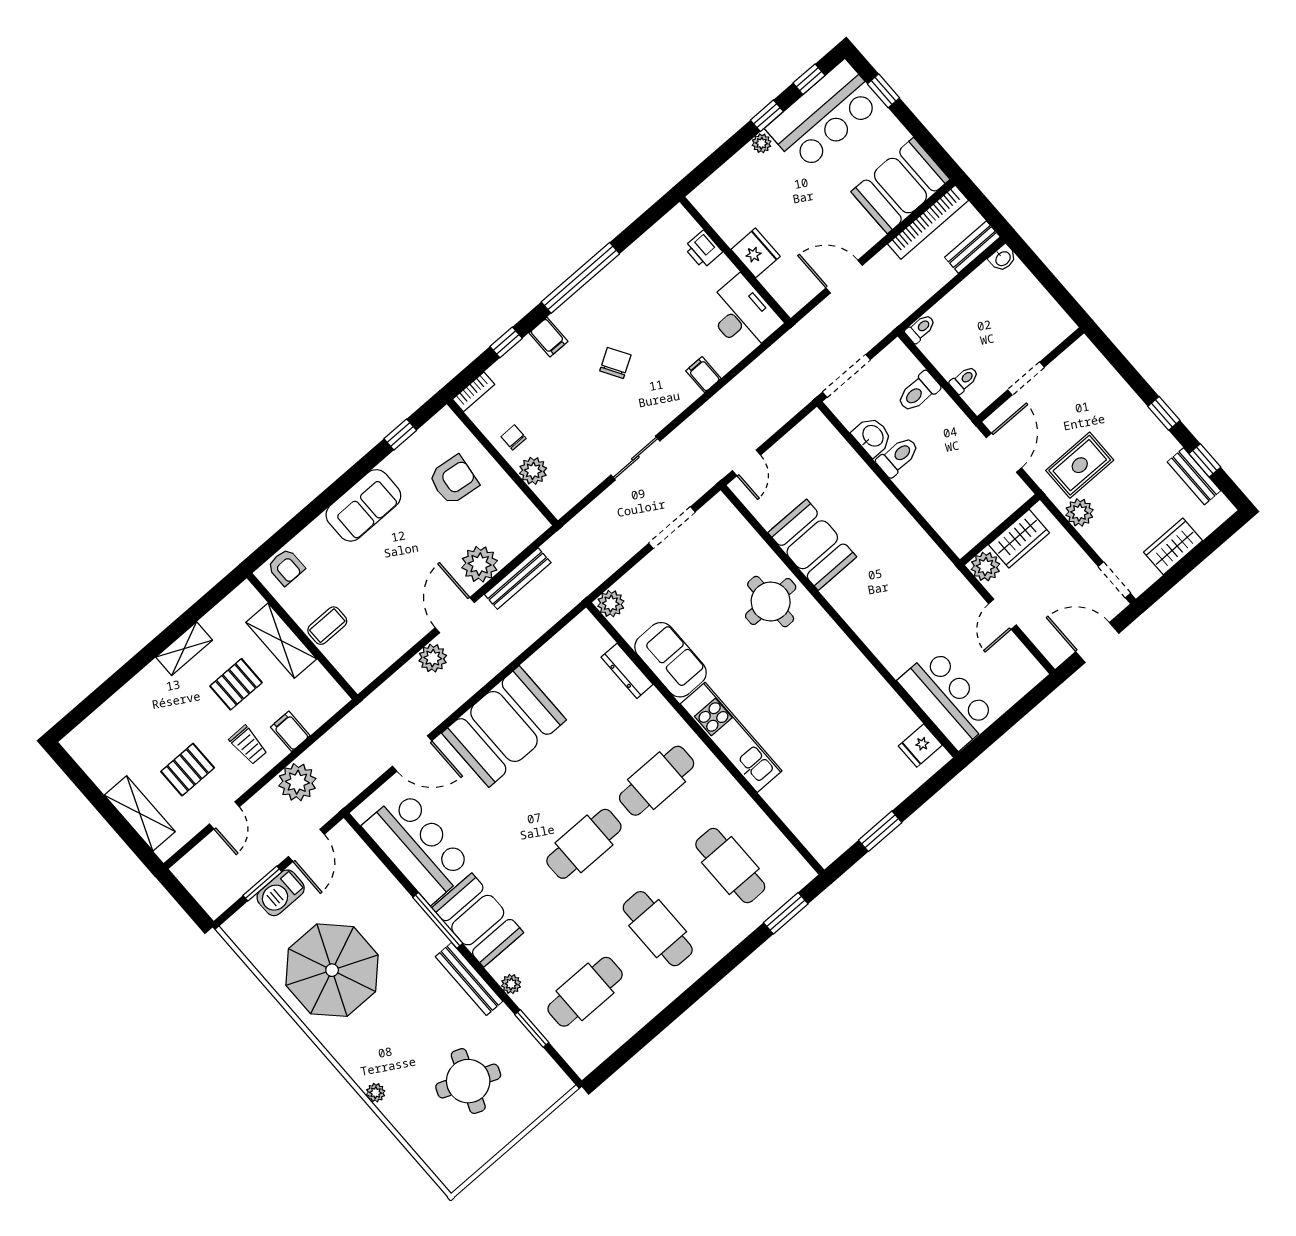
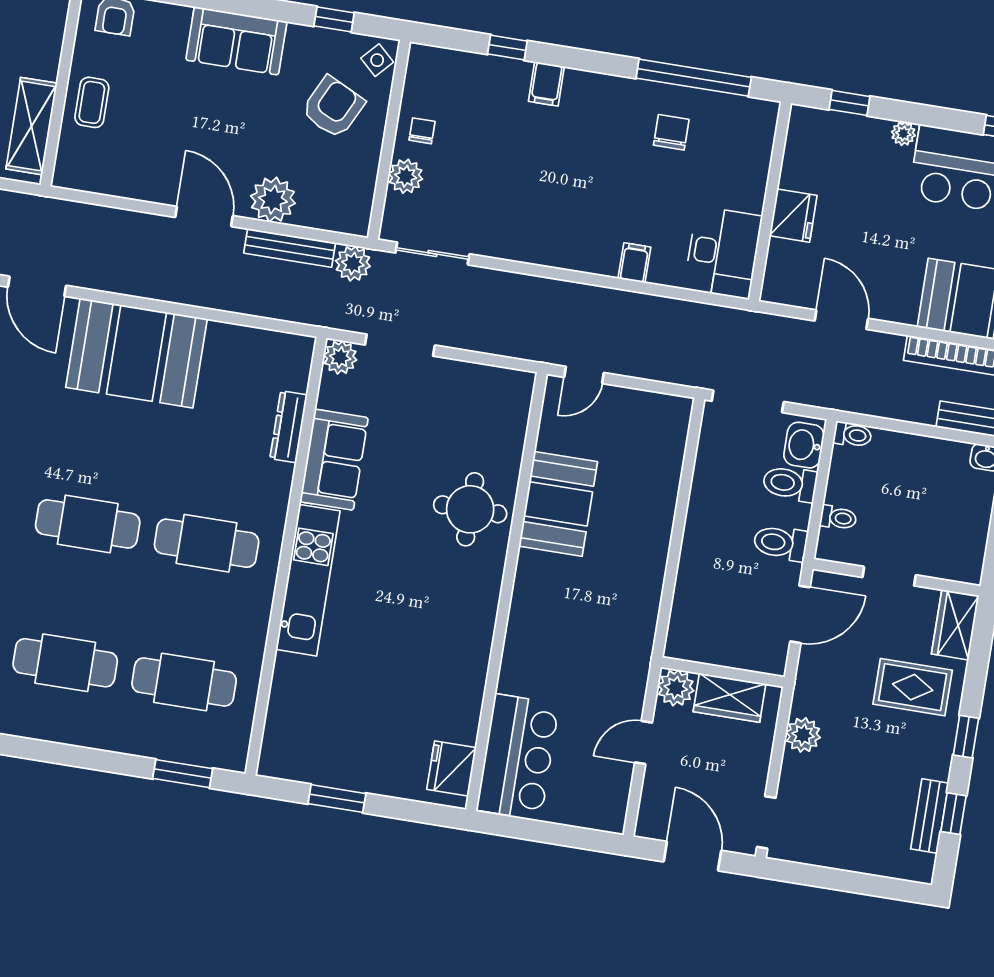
window: (767, 116) -> (850, 103), moved
printer: (703, 250) -> (754, 163), removed
window: (580, 278) -> (694, 78), moved
chair: (615, 363) -> (671, 132), moved, turned -59
bookcase: (474, 392) -> (434, 56), removed
side table: (447, 429) -> (377, 60), added
washbasin: (872, 436) -> (804, 445), moved, turned 180
toilet: (898, 457) -> (780, 543), moved, turned 180
sliding door: (635, 458) -> (432, 253), moved
rug: (1080, 465) -> (913, 687), moved
armchair: (454, 480) -> (333, 107), turned -71
doorway: (672, 528) -> (400, 345), moved
wardrobe: (1173, 546) -> (955, 625), moved, turned -90
door: (455, 615) -> (204, 216), hinge flipped
coffee table: (327, 626) -> (92, 102), turned 90
shelving: (281, 641) -> (32, 126), moved
plant: (433, 658) -> (353, 263), moved
fridge: (920, 746) -> (452, 768), width x1.38
cafe table: (730, 866) -> (184, 682), turned 90
cafe table: (658, 929) -> (65, 663), turned 90

